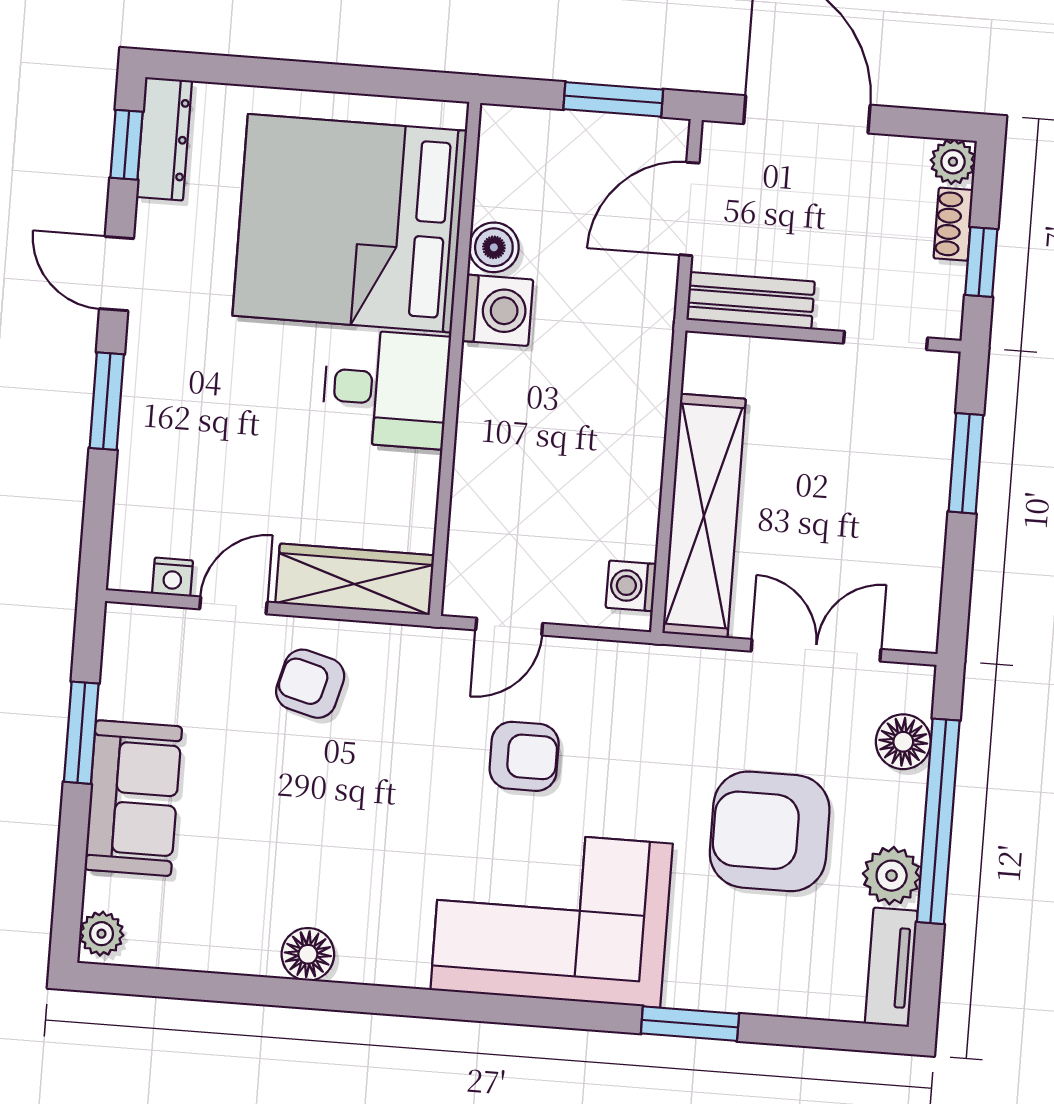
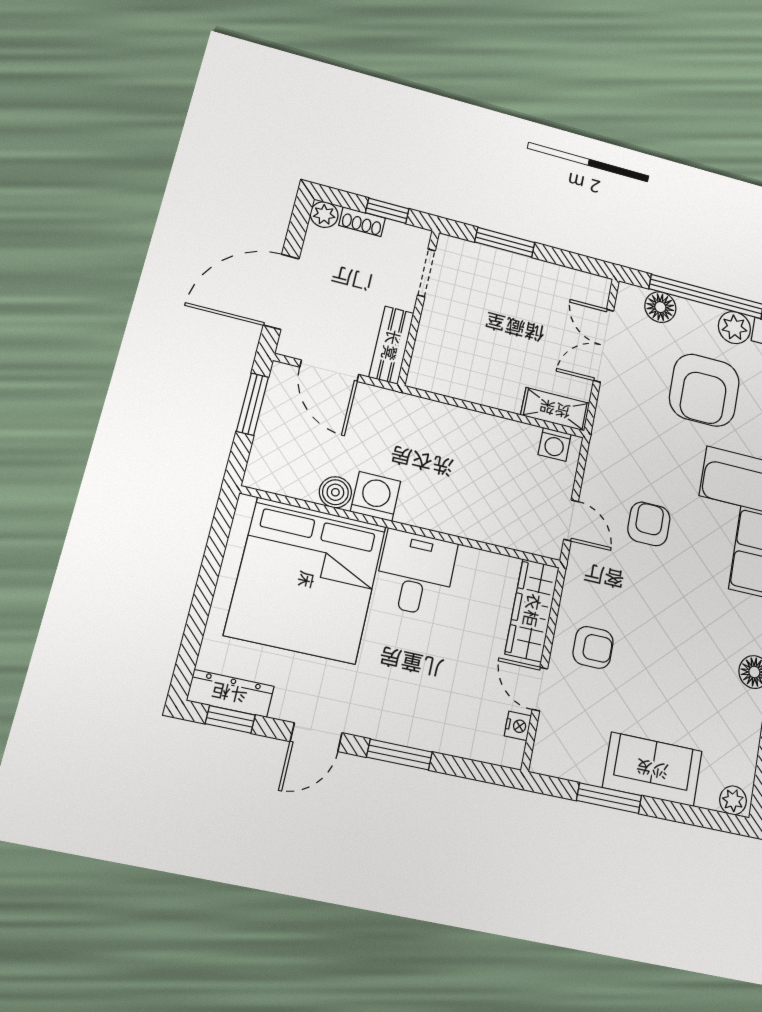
shelving: (704, 516) -> (555, 409), width x0.45, depth x0.75
armchair: (310, 684) -> (593, 647), turned -105

